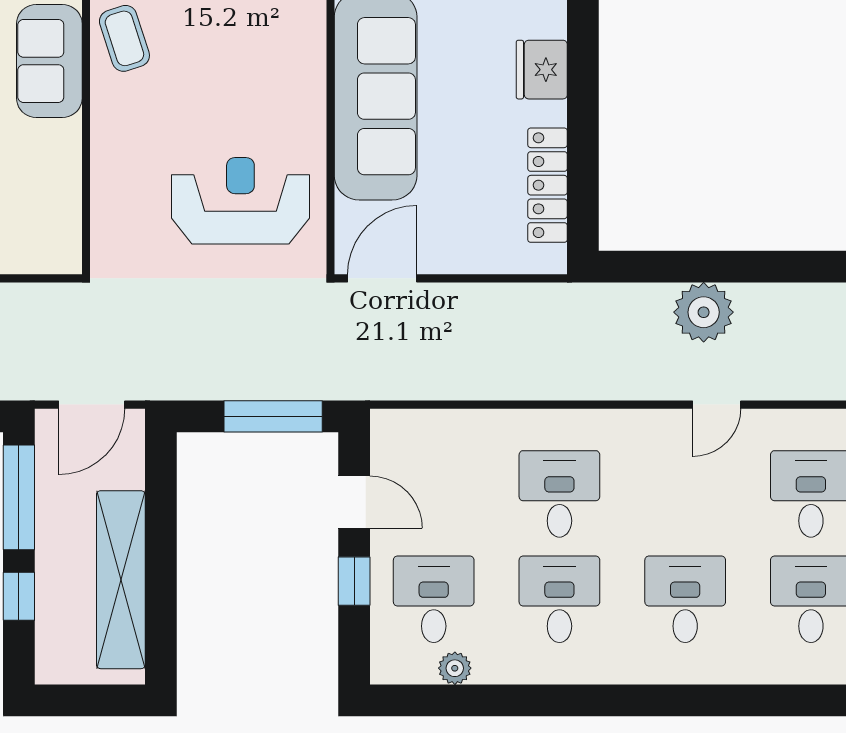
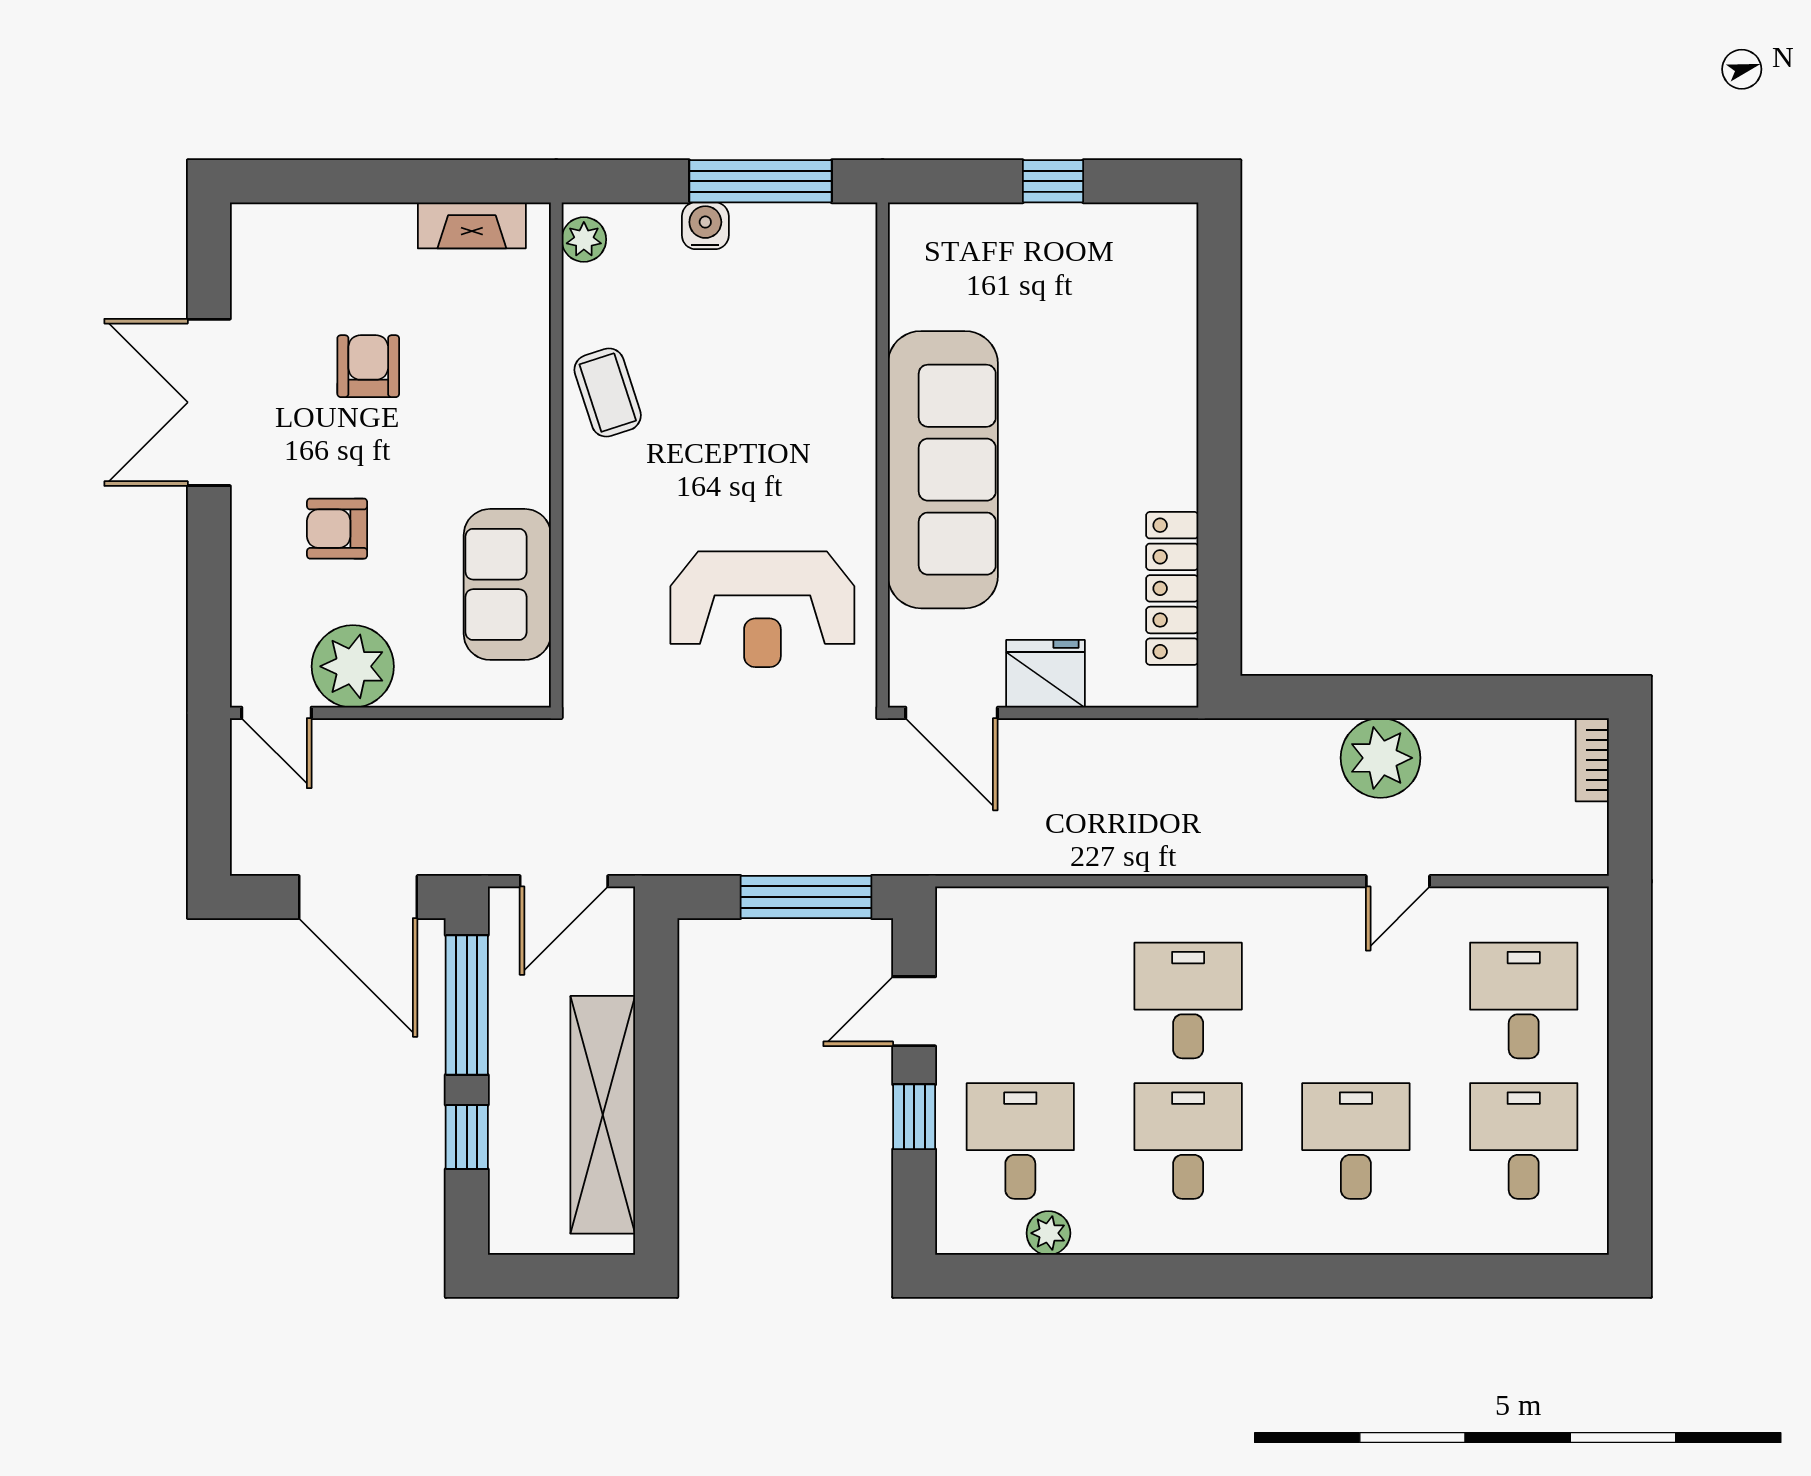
sofa: (49, 61) -> (507, 584), moved
fridge: (542, 70) -> (1046, 674), moved, turned 90
reception desk: (240, 201) -> (762, 609), turned 180
door: (382, 278) -> (952, 713), swing flipped
door: (354, 502) -> (914, 1011), swing flipped

